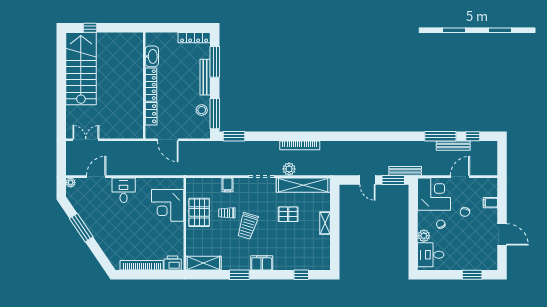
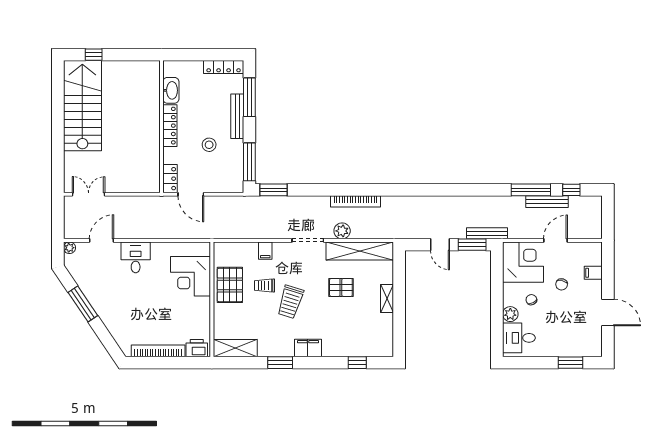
stool: (202, 110) -> (209, 145), moved
locker: (151, 114) -> (170, 179), moved

